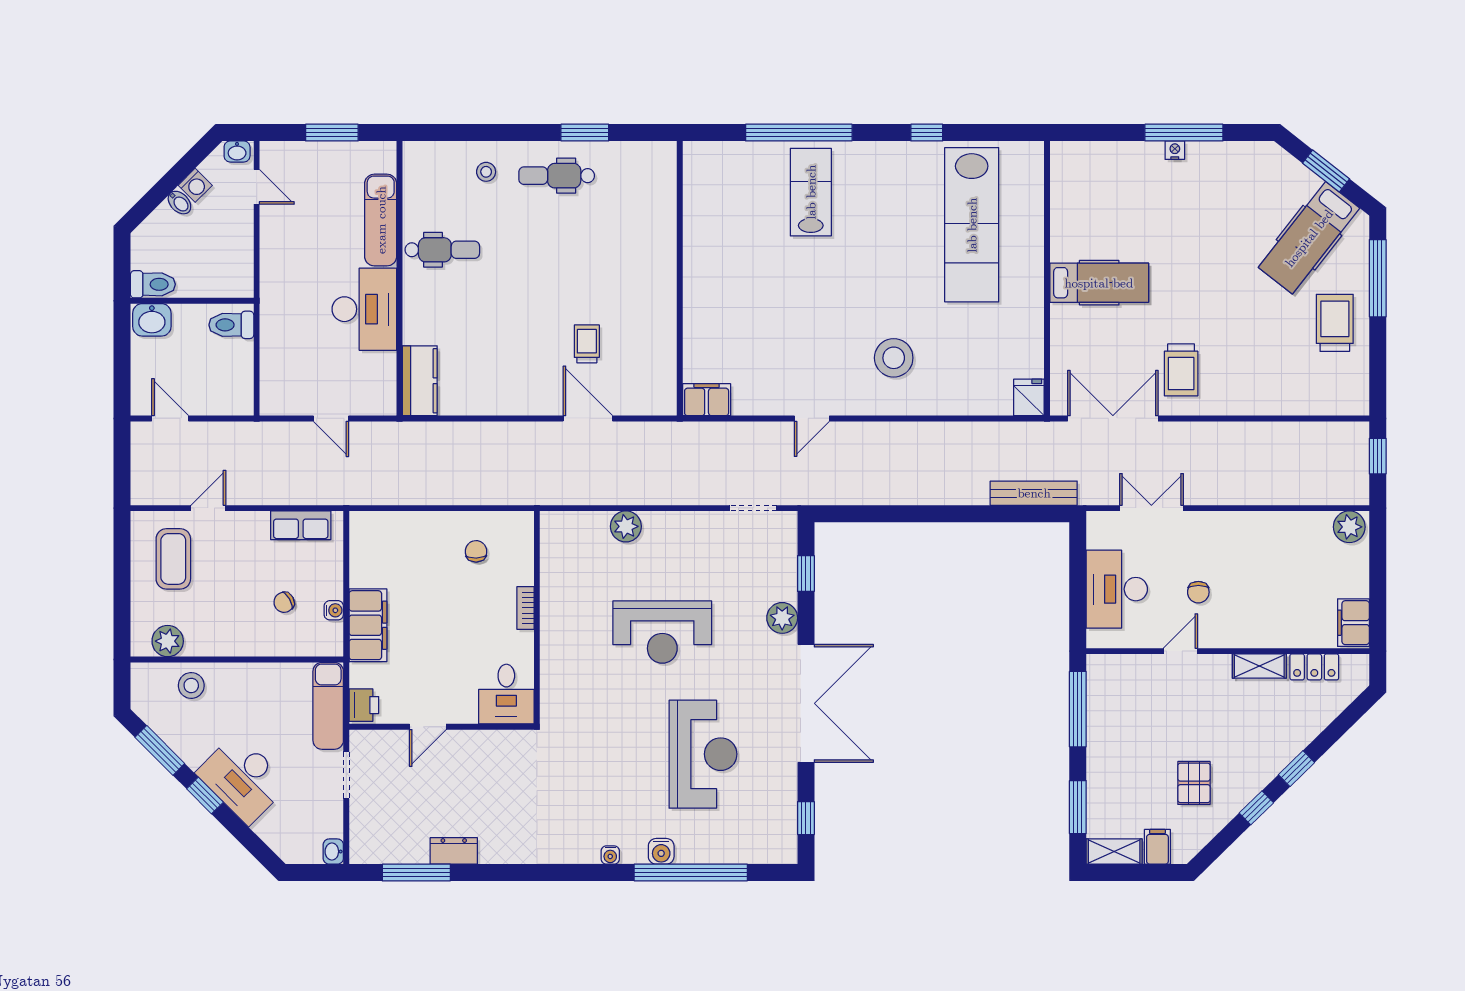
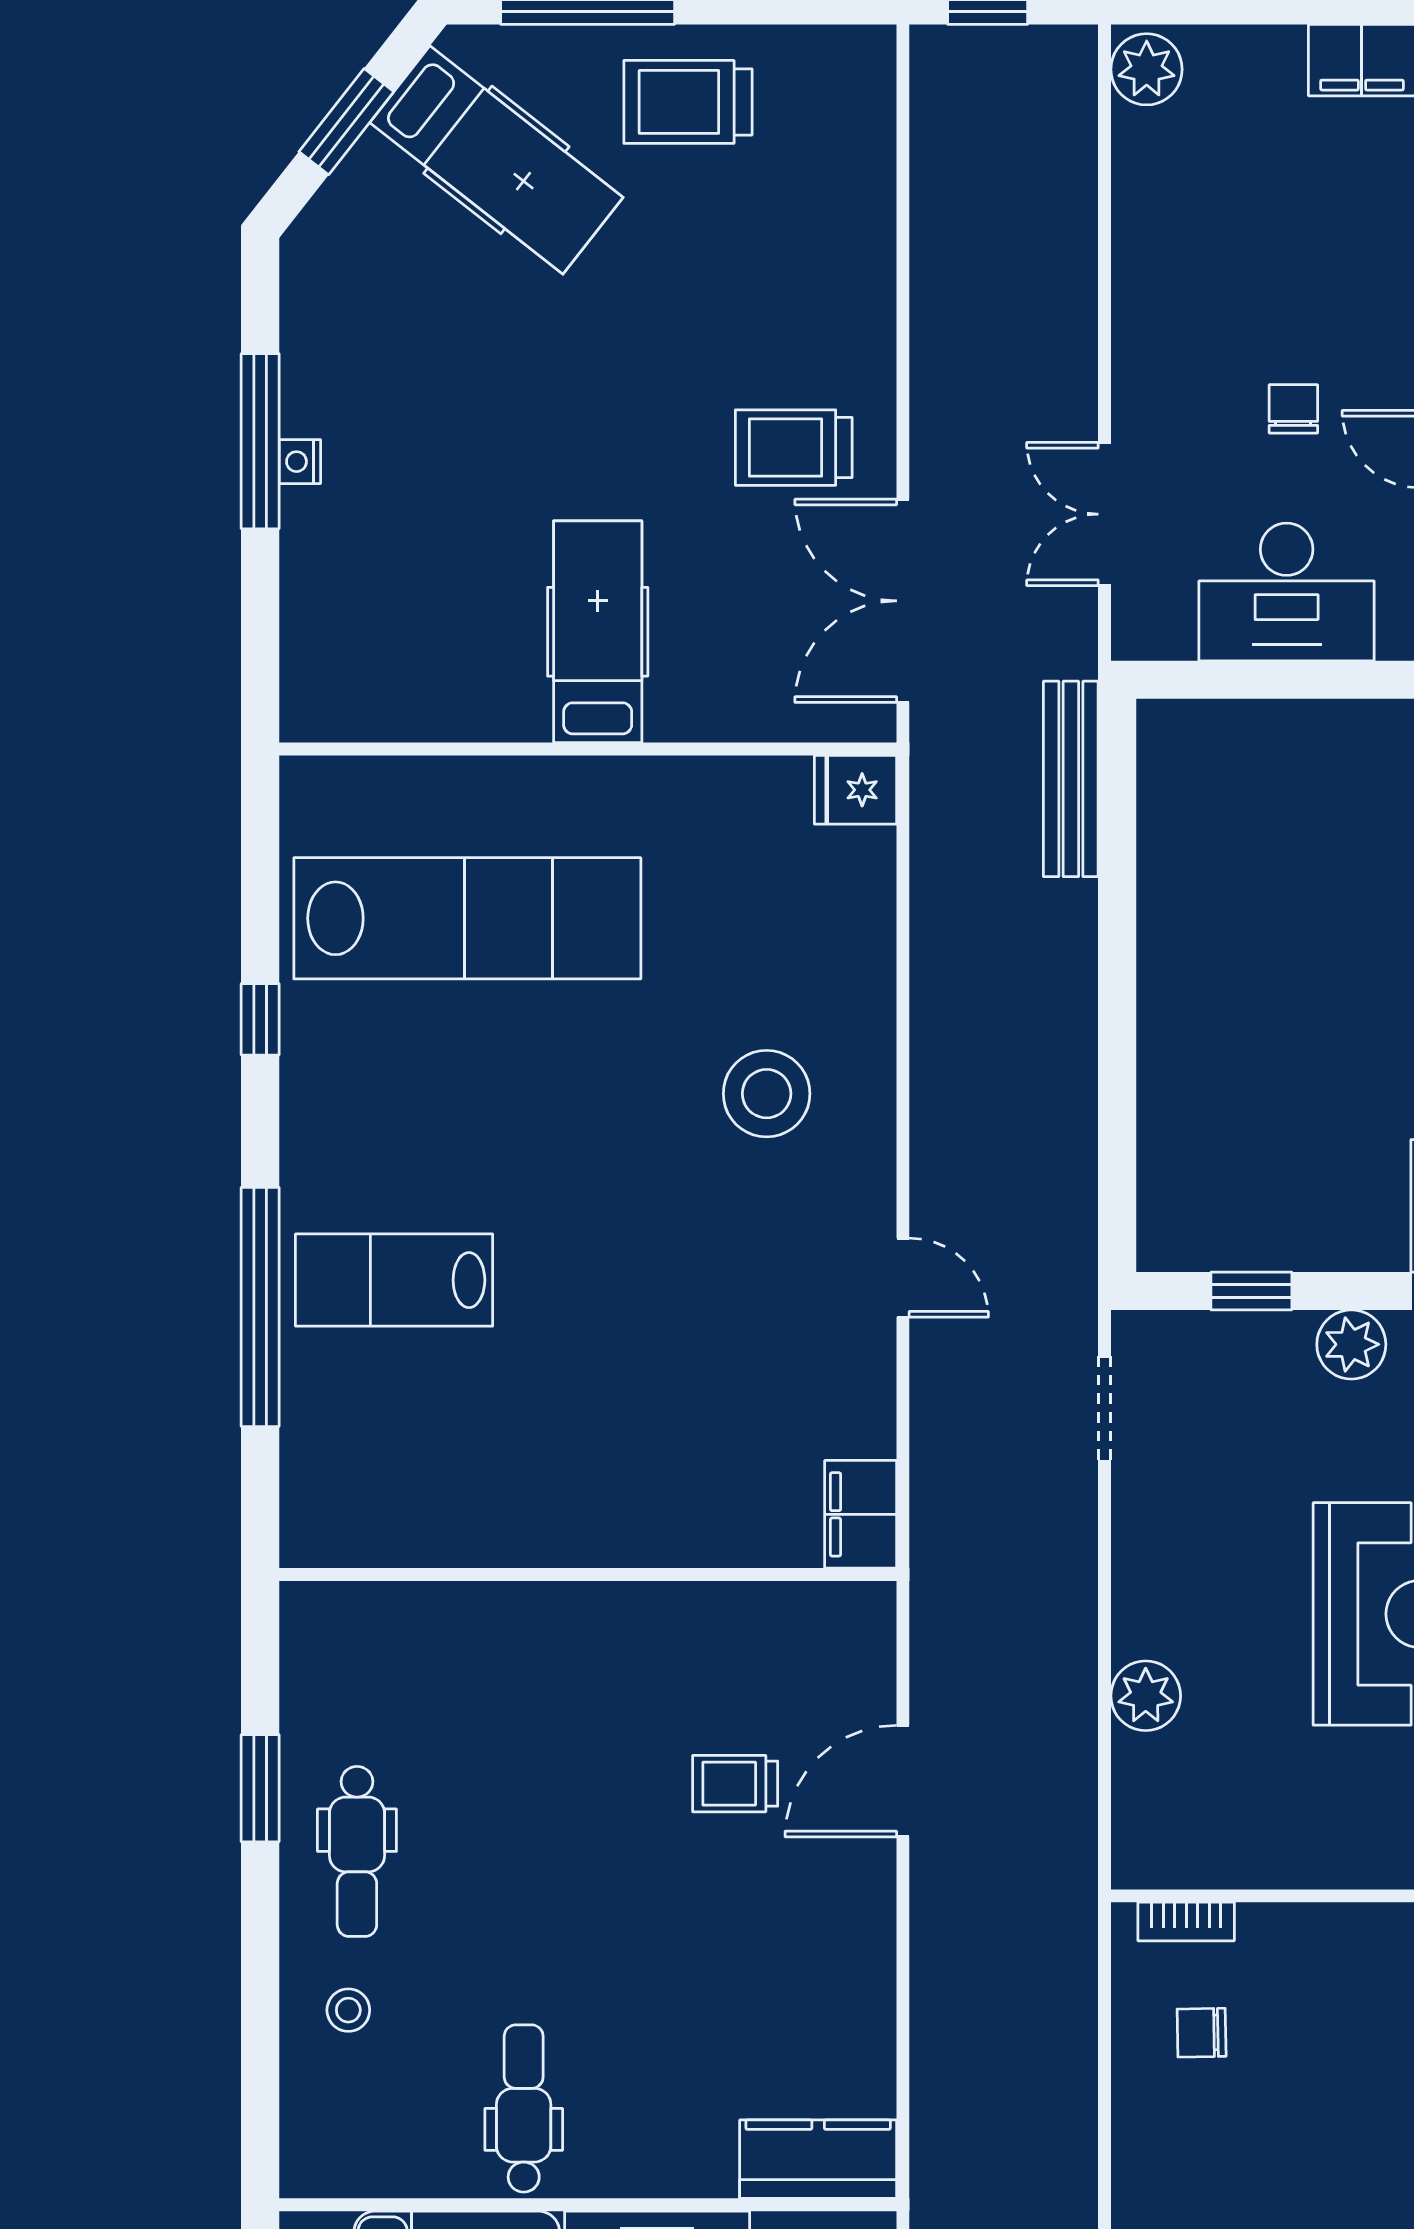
trolley: (1181, 370) -> (794, 448), turned 180
chair: (1198, 592) -> (1293, 409), turned -90
bookcase: (525, 608) -> (1186, 1922), moved

